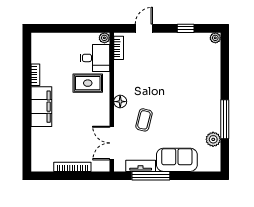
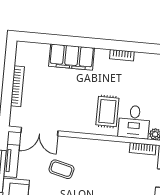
floor lamp: (120, 102) -> (84, 145), removed
filing cabinet: (41, 107) -> (72, 57), moved
double door: (112, 143) -> (39, 132), swing flipped

